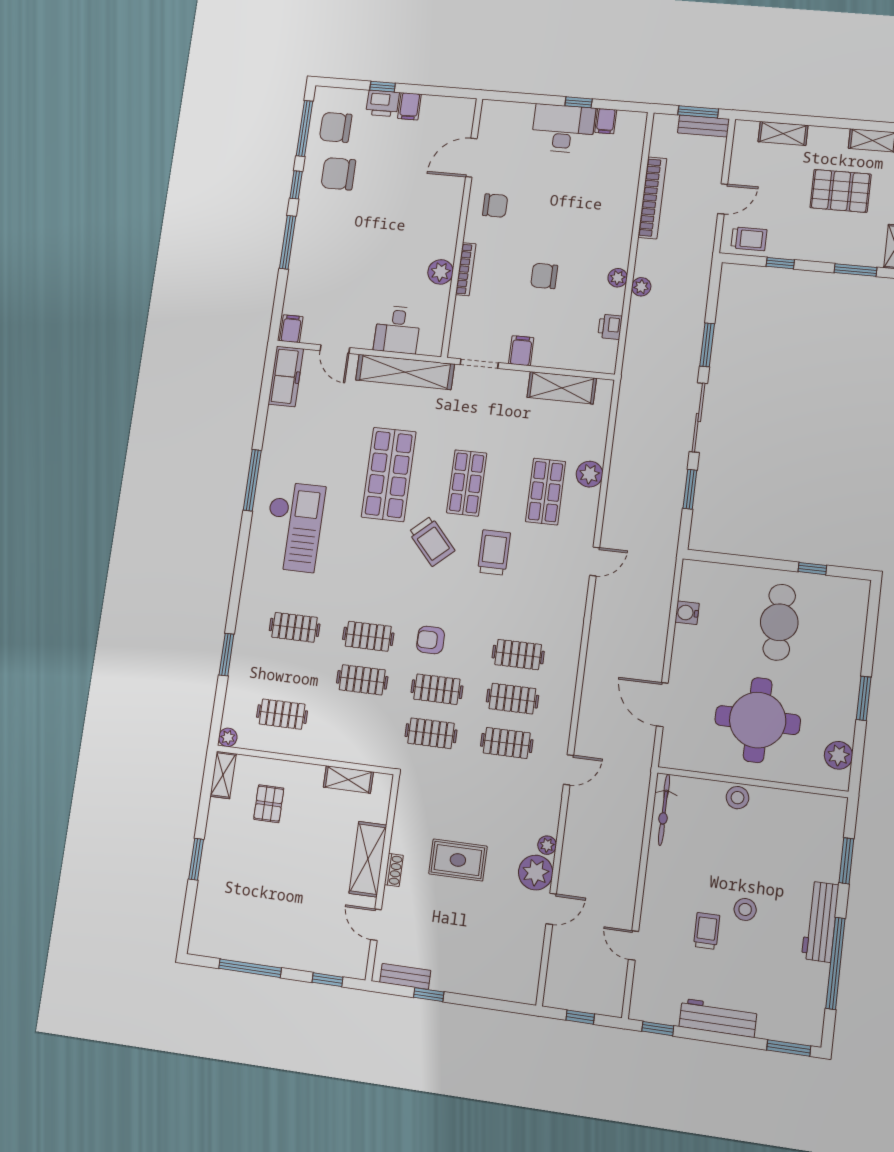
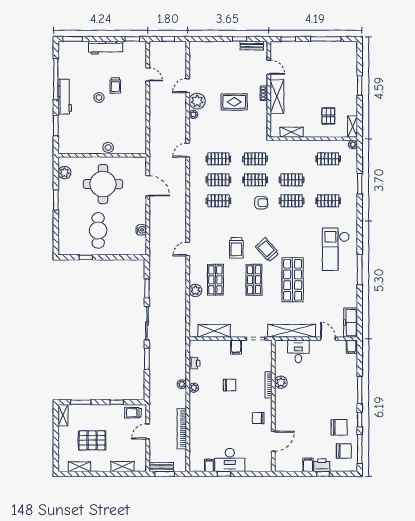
bicycle: (664, 810) -> (141, 138), removed

